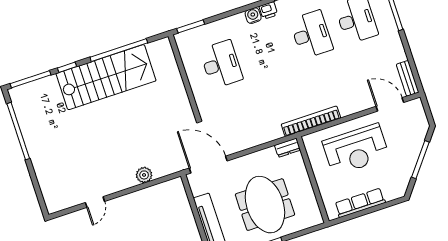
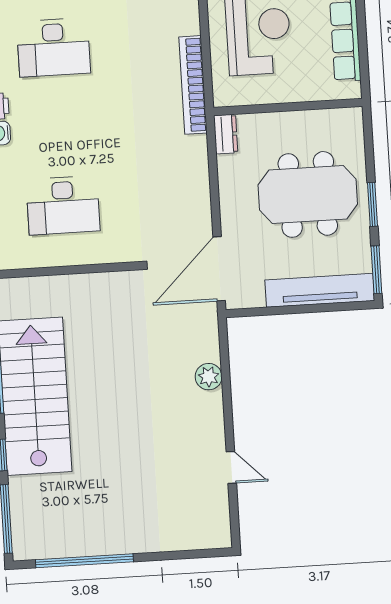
desk: (311, 34) -> (53, 47), turned 180
desk: (221, 64) -> (63, 205), turned 180

